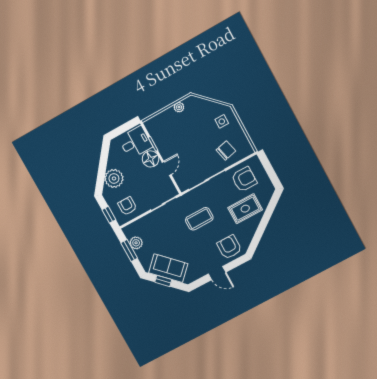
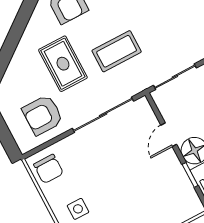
chair: (226, 150) -> (49, 169), moved, turned -77
rug: (245, 209) -> (63, 64), moved, turned 90

